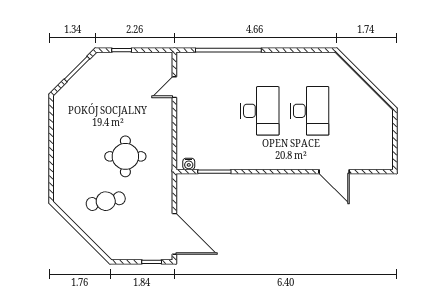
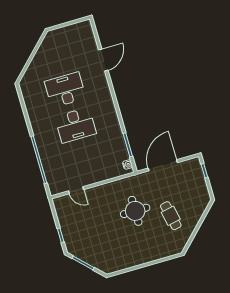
desk: (260, 111) -> (75, 125), turned 180
door: (174, 234) -> (163, 165), moved

